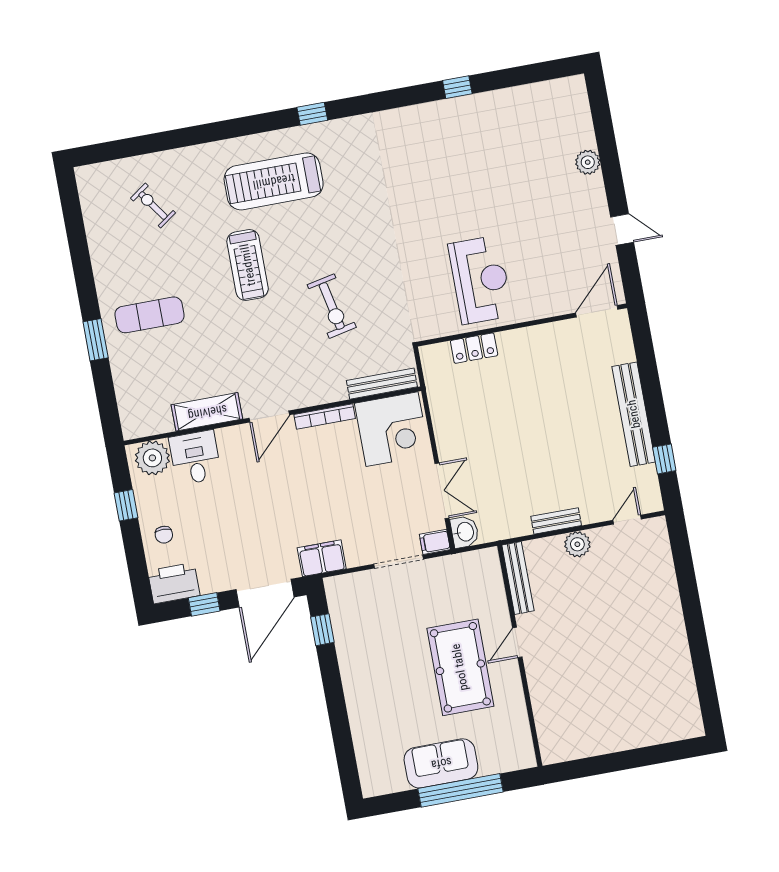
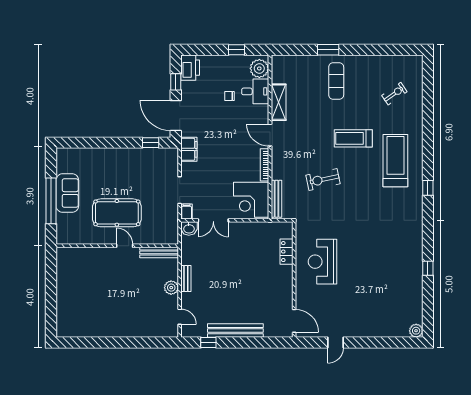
plant: (588, 162) -> (416, 331), moved
reception desk: (480, 280) -> (322, 262), turned 90
chair: (164, 535) -> (229, 96), moved

